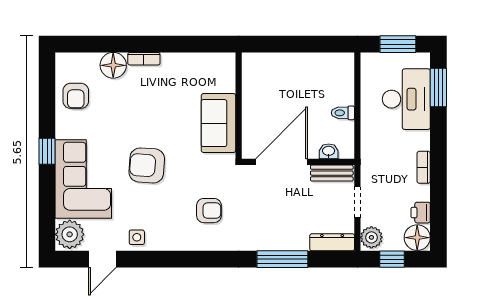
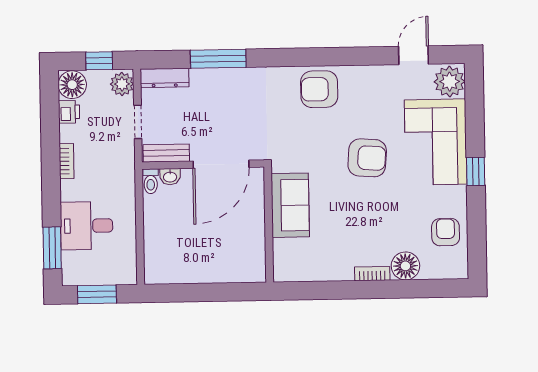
desk: (406, 99) -> (87, 226), width x0.73
toilet: (343, 113) -> (151, 181), moved, turned 90
armchair: (209, 211) -> (319, 89), moved, width x1.38, depth x1.38
side table: (137, 237) -> (377, 80), removed

